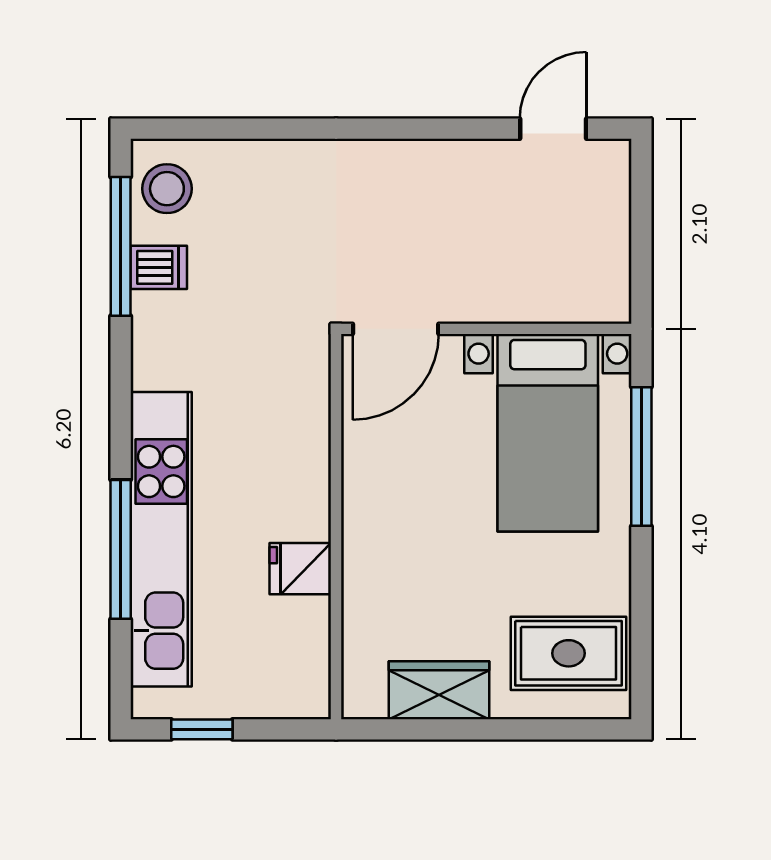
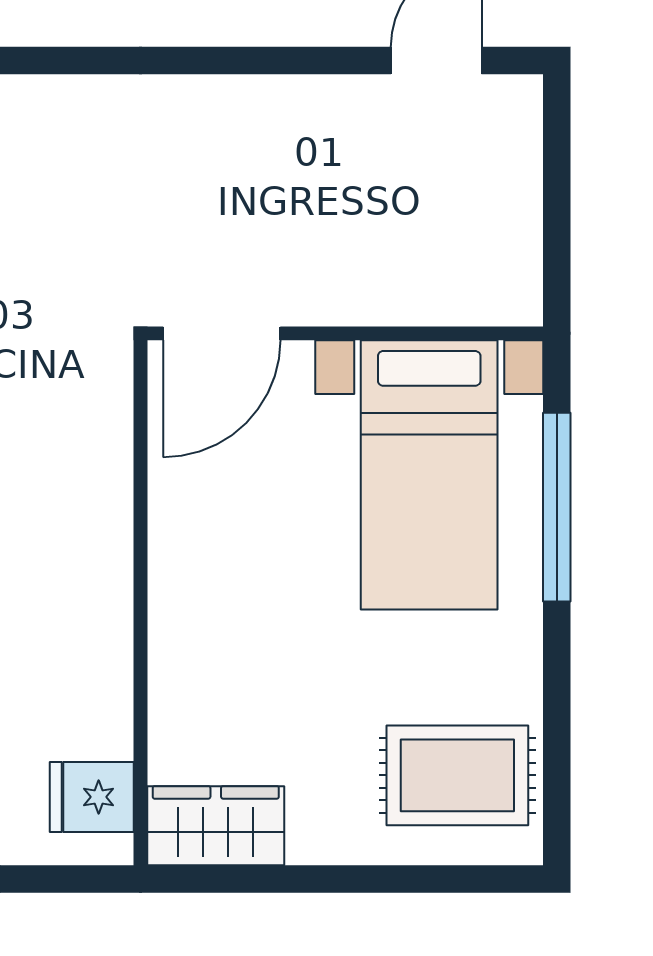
fridge: (300, 569) -> (92, 797), moved
wardrobe: (439, 690) -> (216, 826), moved

